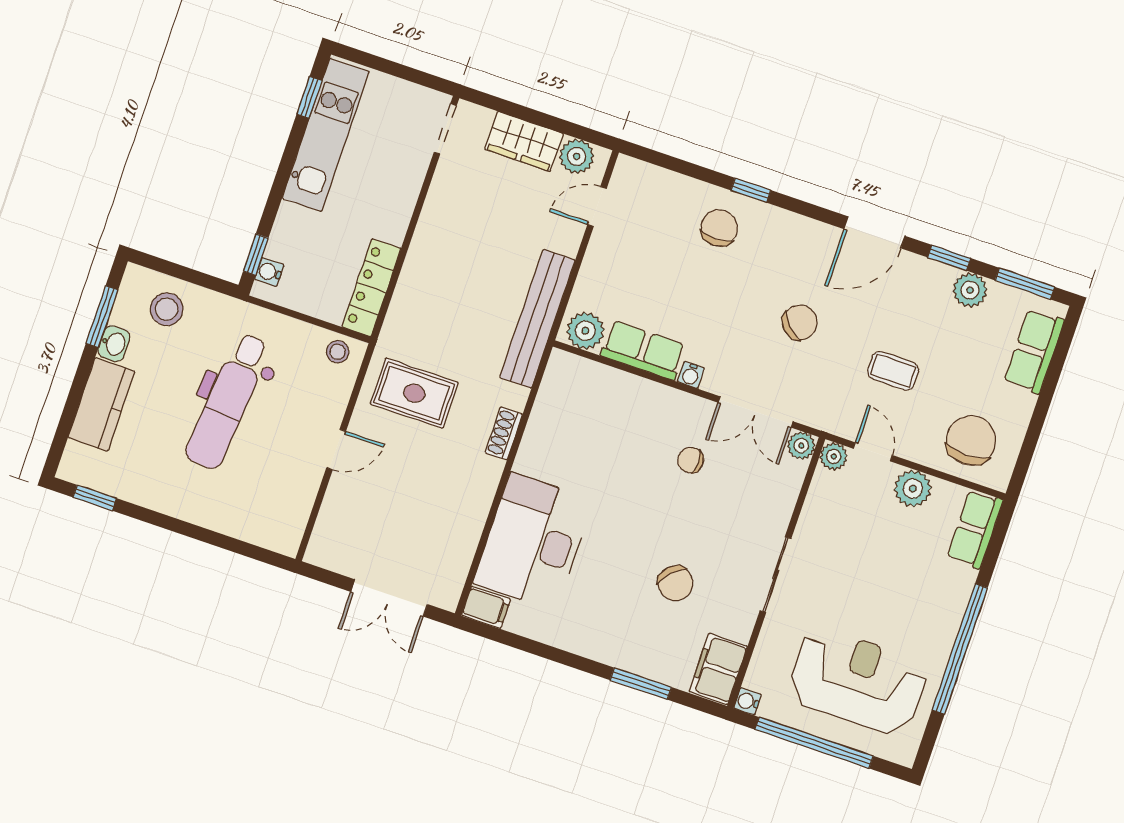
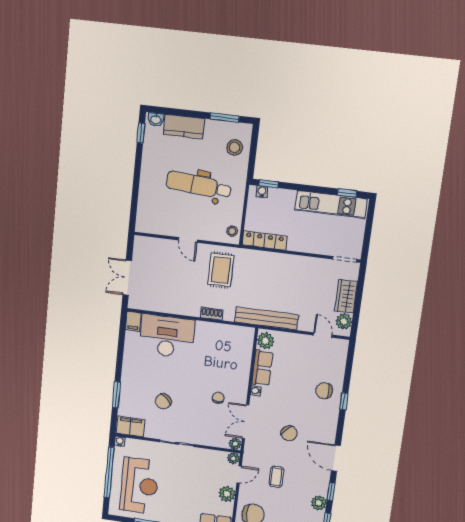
chair: (719, 228) -> (324, 391), turned 180
washbasin: (114, 344) -> (156, 119), moved

